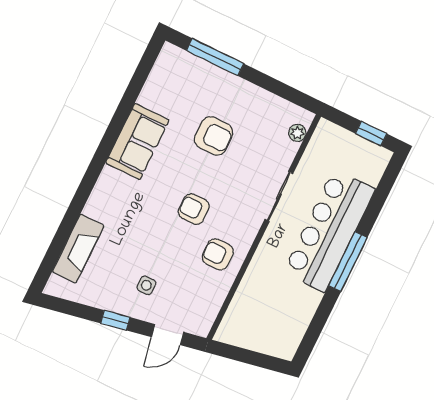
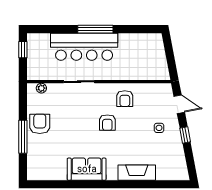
window: (215, 57) -> (23, 137), moved
armchair: (214, 136) -> (40, 124), moved
fireplace: (78, 249) -> (137, 173), moved

